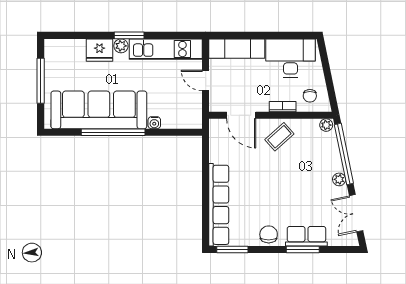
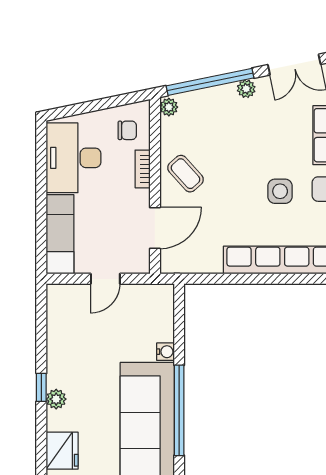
window: (129, 35) -> (41, 387), width x0.67
kitchen unit: (166, 49) -> (61, 335), removed
fridge: (99, 50) -> (62, 451), moved
side table: (267, 203) -> (280, 191), added

